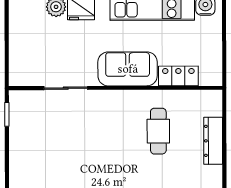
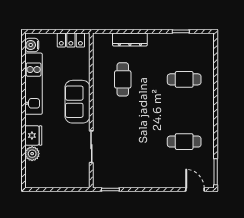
locker: (178, 76) -> (71, 40), moved, turned -90
cafe table: (158, 131) -> (123, 79), turned 90

